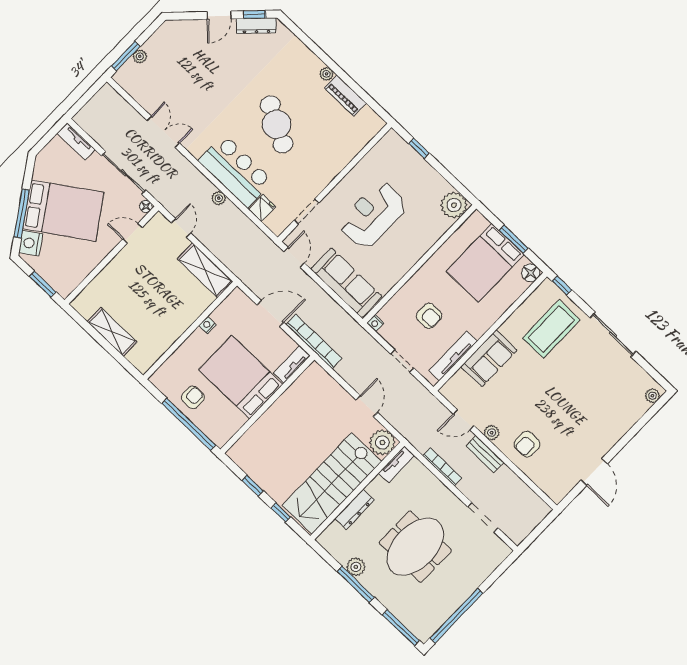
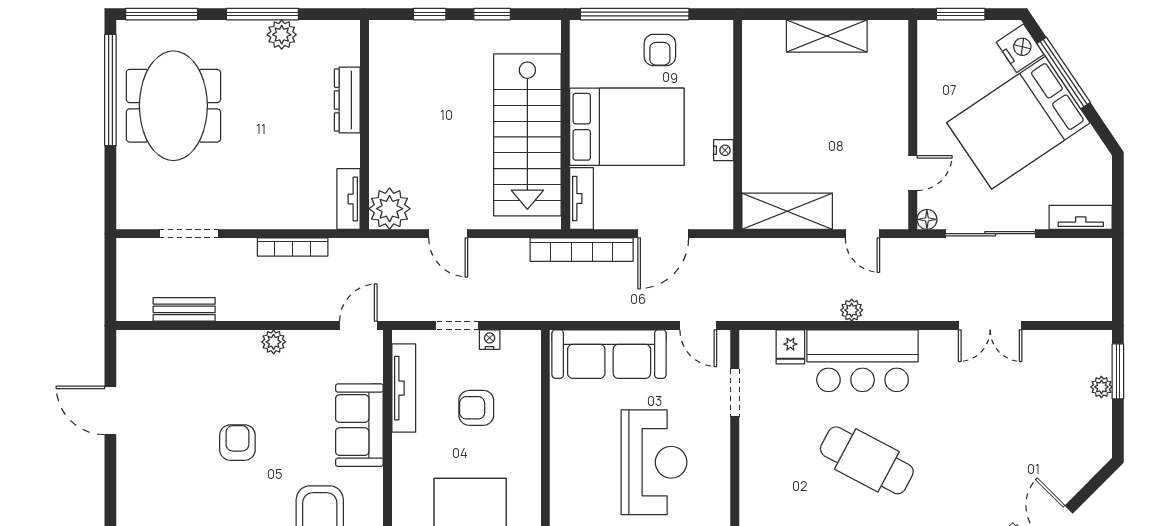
nightstand: (375, 323) -> (490, 340), moved
door: (464, 420) -> (358, 326), moved
armchair: (527, 444) -> (237, 443), moved
bench: (485, 454) -> (184, 309), moved
stairs: (332, 483) -> (527, 135), moved, turned 180
meeting table: (415, 547) -> (173, 106), moved

